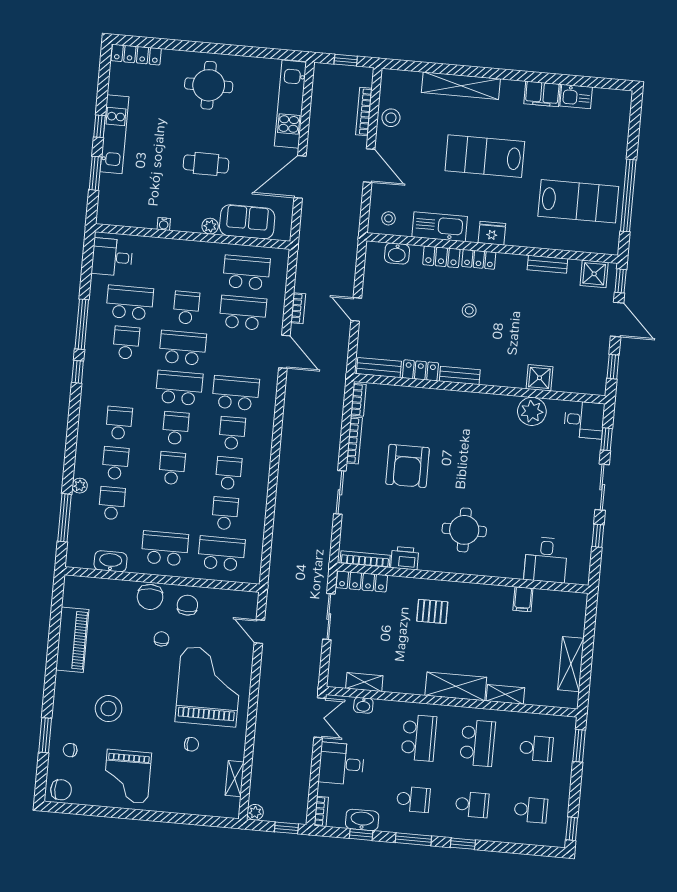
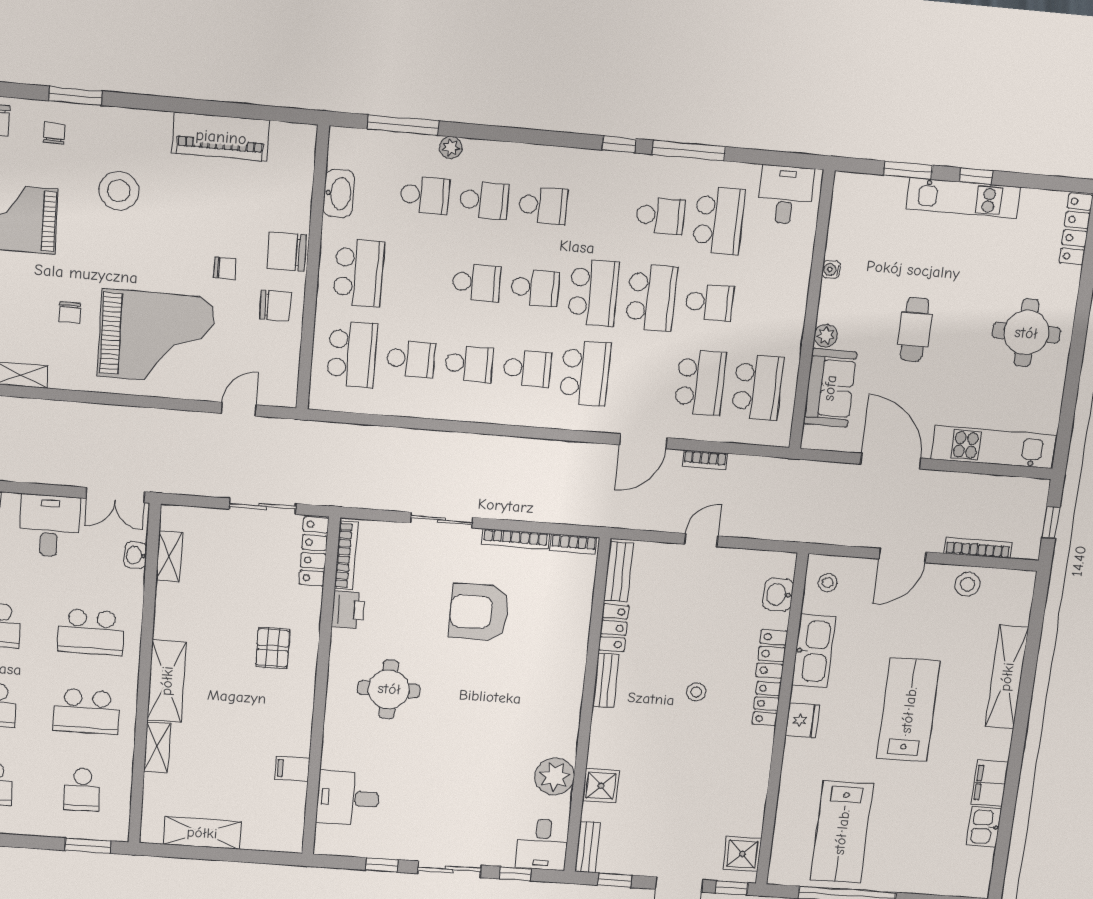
bench: (547, 264) -> (588, 847), moved

